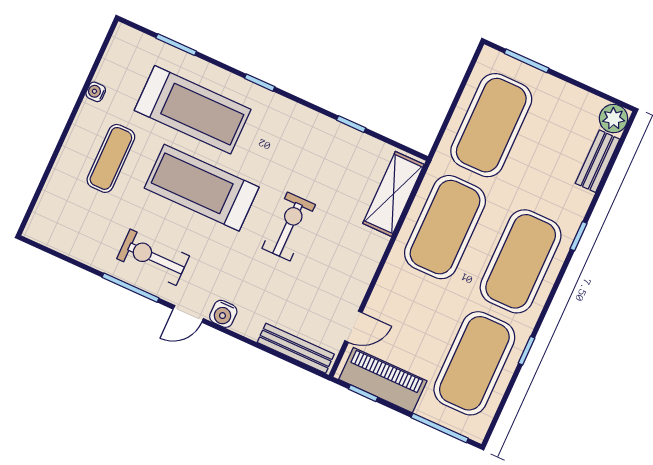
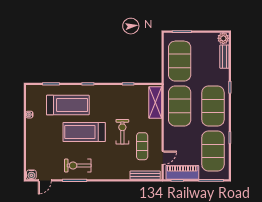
exercise mat: (111, 158) -> (142, 146), moved
door: (188, 314) -> (45, 180), moved
water cooler: (223, 314) -> (31, 175), moved

